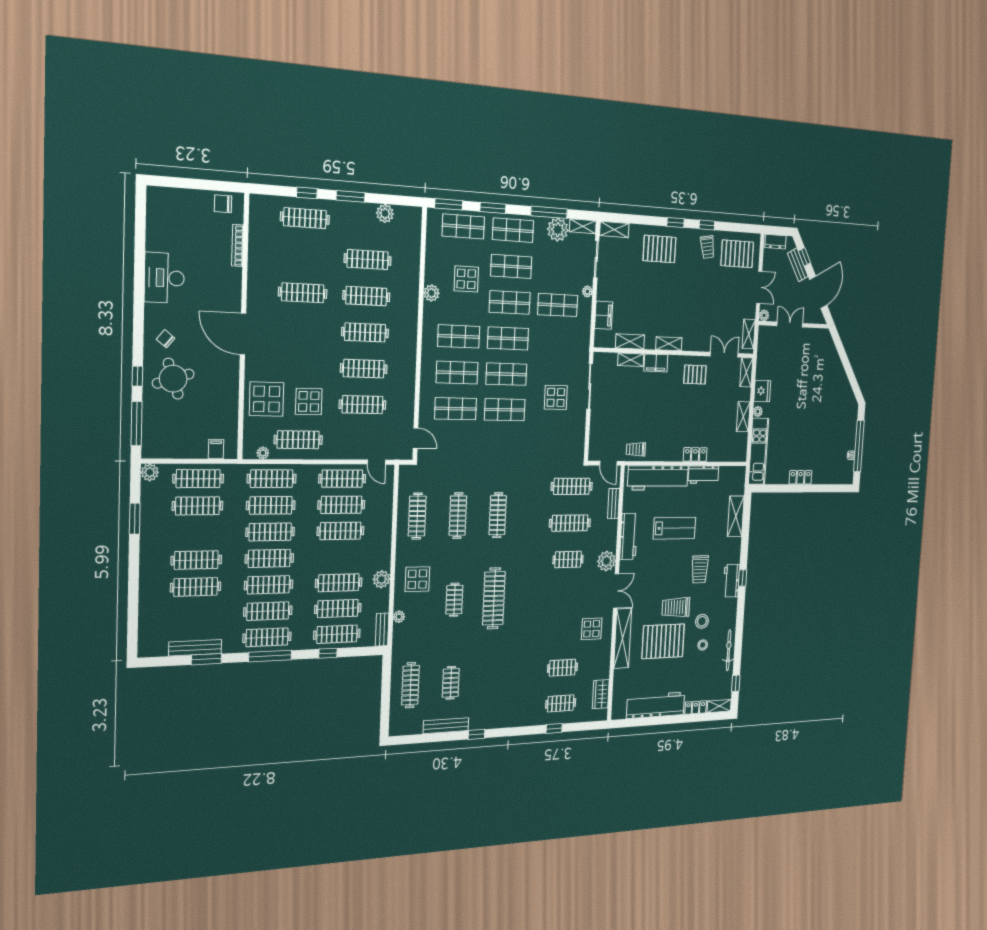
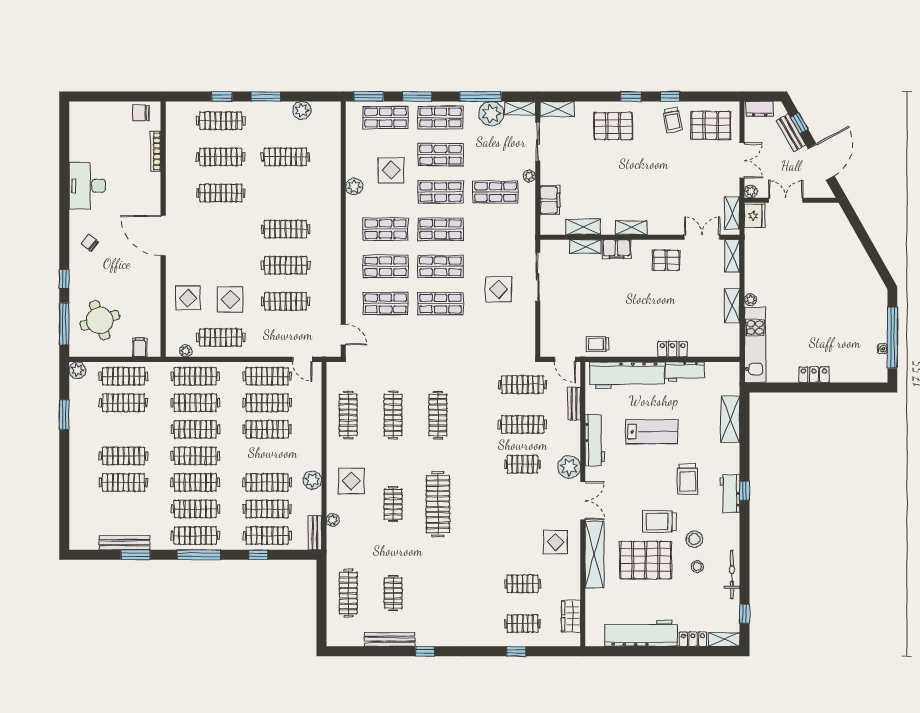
clothes rail: (366, 296) -> (221, 157), moved
round table: (173, 379) -> (100, 320), moved
fridge: (762, 391) -> (755, 216), moved
display table: (267, 399) -> (188, 298), width x0.73, depth x0.73

